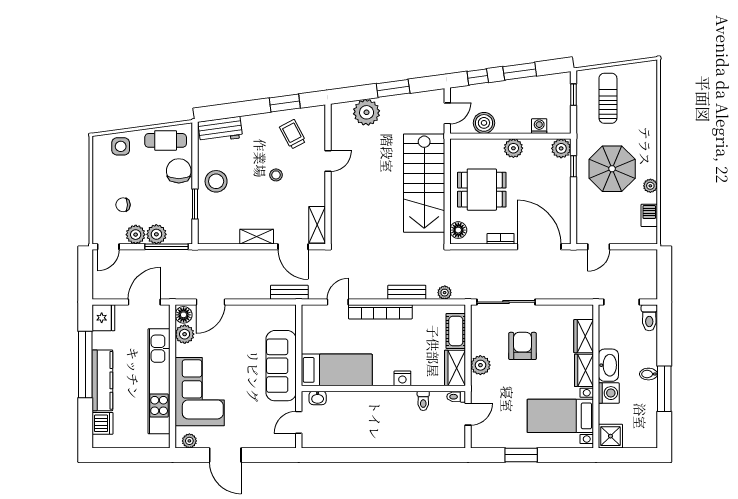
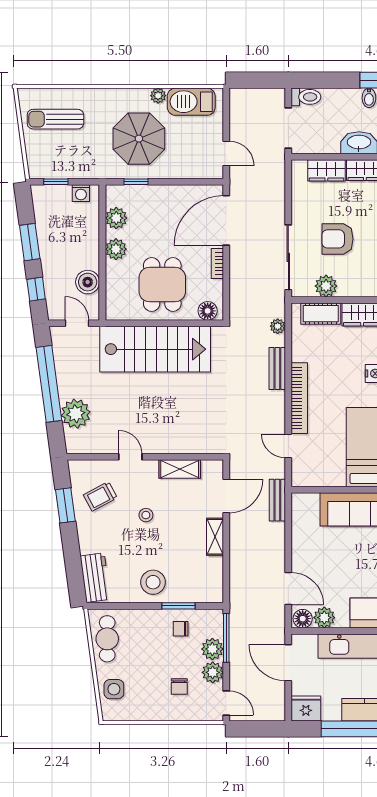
window: (393, 88) -> (49, 384), width x2.11
sun lounger: (608, 98) -> (55, 119), moved
washing machine: (539, 126) -> (81, 193), moved, turned -90
plant: (561, 148) -> (116, 218), moved
chair: (179, 171) -> (181, 629), moved, width x0.54, depth x0.54
barbecue: (649, 215) -> (191, 102), width x1.88, depth x1.53
shelving: (317, 225) -> (180, 469), moved
plant: (480, 365) -> (326, 286), moved

